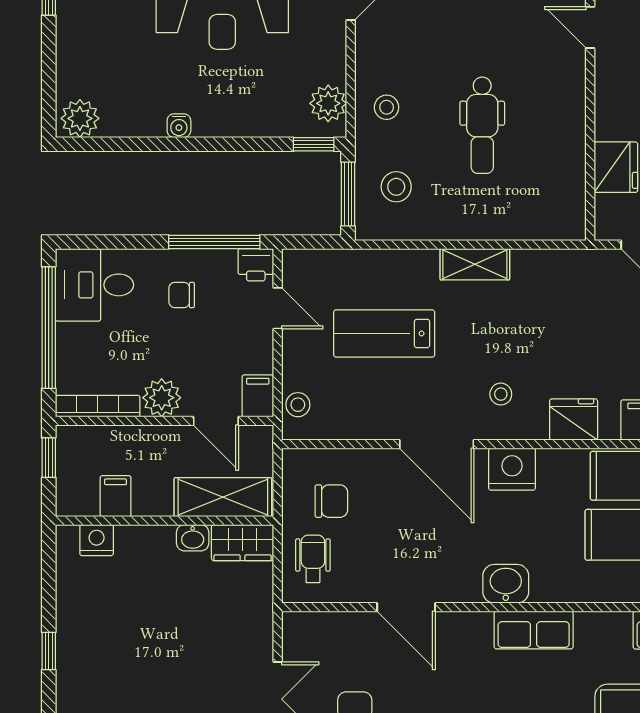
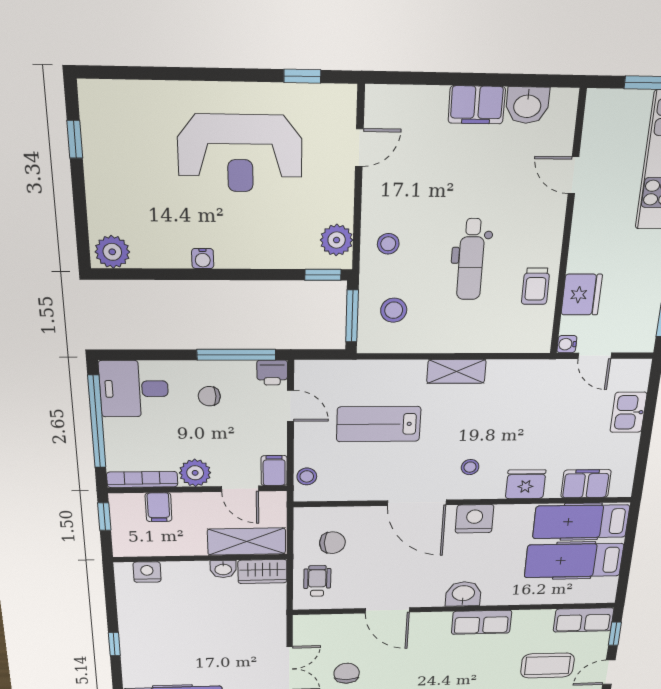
trolley: (560, 157) -> (536, 286), added
water cooler: (605, 230) -> (567, 344), added
filing cabinet: (116, 496) -> (158, 507), moved, turned 180

